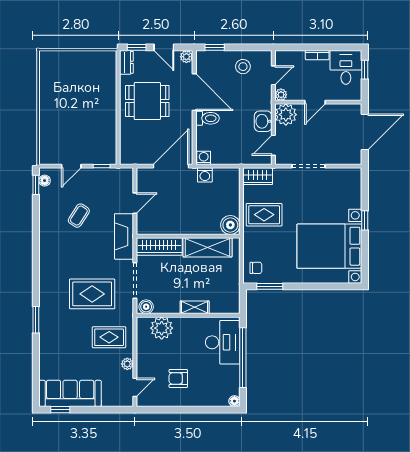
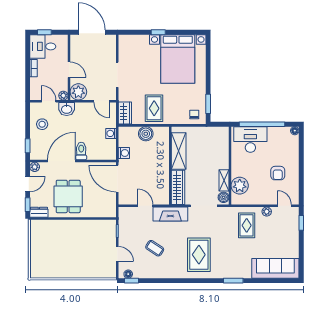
washbasin: (263, 121) -> (67, 109), moved
washing machine: (204, 158) -> (111, 133), moved
boiler: (230, 225) -> (146, 134), moved
rug: (92, 294) -> (199, 255), moved
shelving: (195, 307) -> (224, 180), moved
sofa: (70, 393) -> (275, 268), moved, turned 90
window: (60, 410) -> (301, 223), moved

